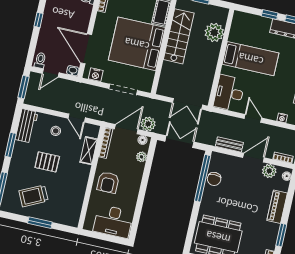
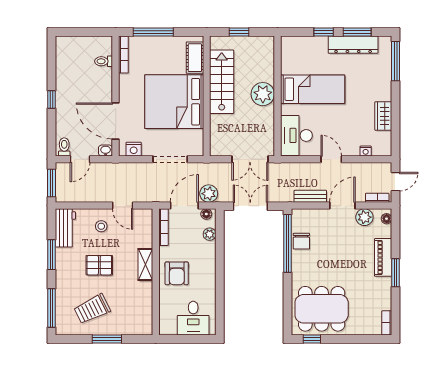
plant: (214, 32) -> (263, 94), moved
shelving: (89, 151) -> (145, 264), moved
desk: (113, 221) -> (193, 318), width x0.73
window: (281, 235) -> (396, 273), moved

